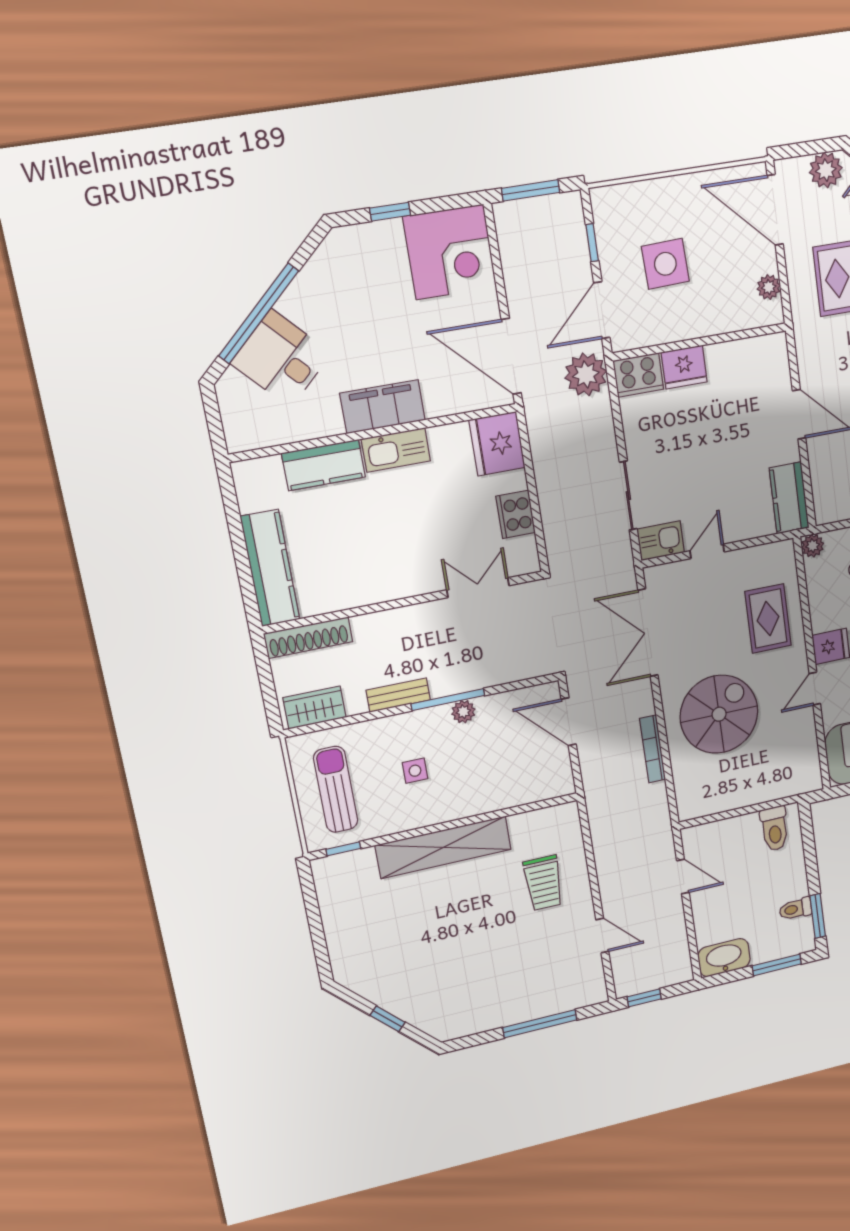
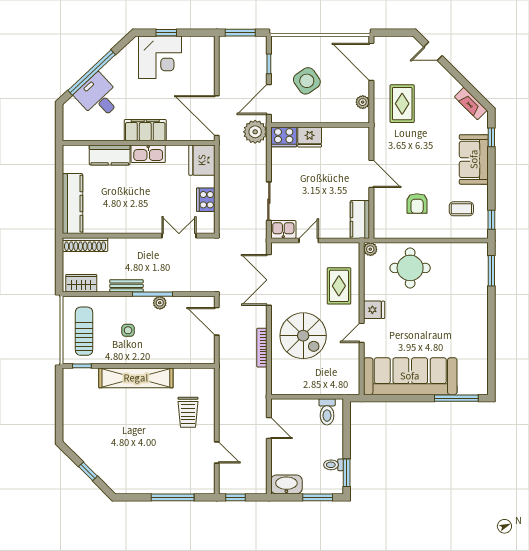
plant: (826, 170) -> (402, 45), removed
corner desk: (450, 252) -> (160, 57), moved
side table: (665, 264) -> (307, 81), turned -33
spiral stairs: (719, 714) -> (303, 336), turned 90

